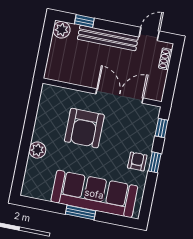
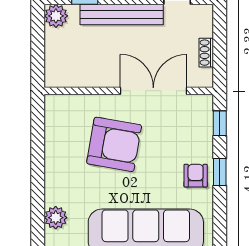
shoe rack: (165, 59) -> (206, 53), moved
armchair: (84, 128) -> (114, 144), turned -80
plant: (37, 150) -> (56, 218), moved

